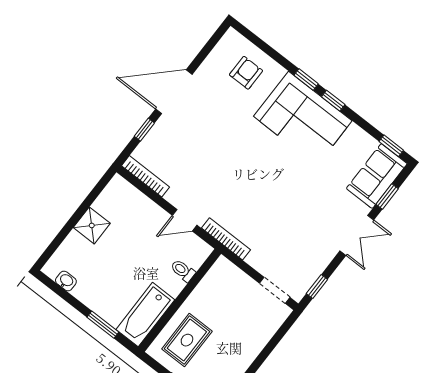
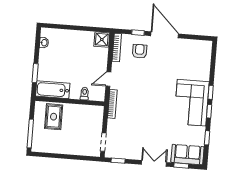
armchair: (246, 73) -> (140, 51), moved, turned -90
window: (391, 146) -> (207, 138), moved
door: (185, 220) -> (108, 79), hinge flipped
shower: (92, 225) -> (102, 40), moved
double door: (357, 235) -> (154, 163), swing flipped
rug: (187, 340) -> (54, 117), turned 90

